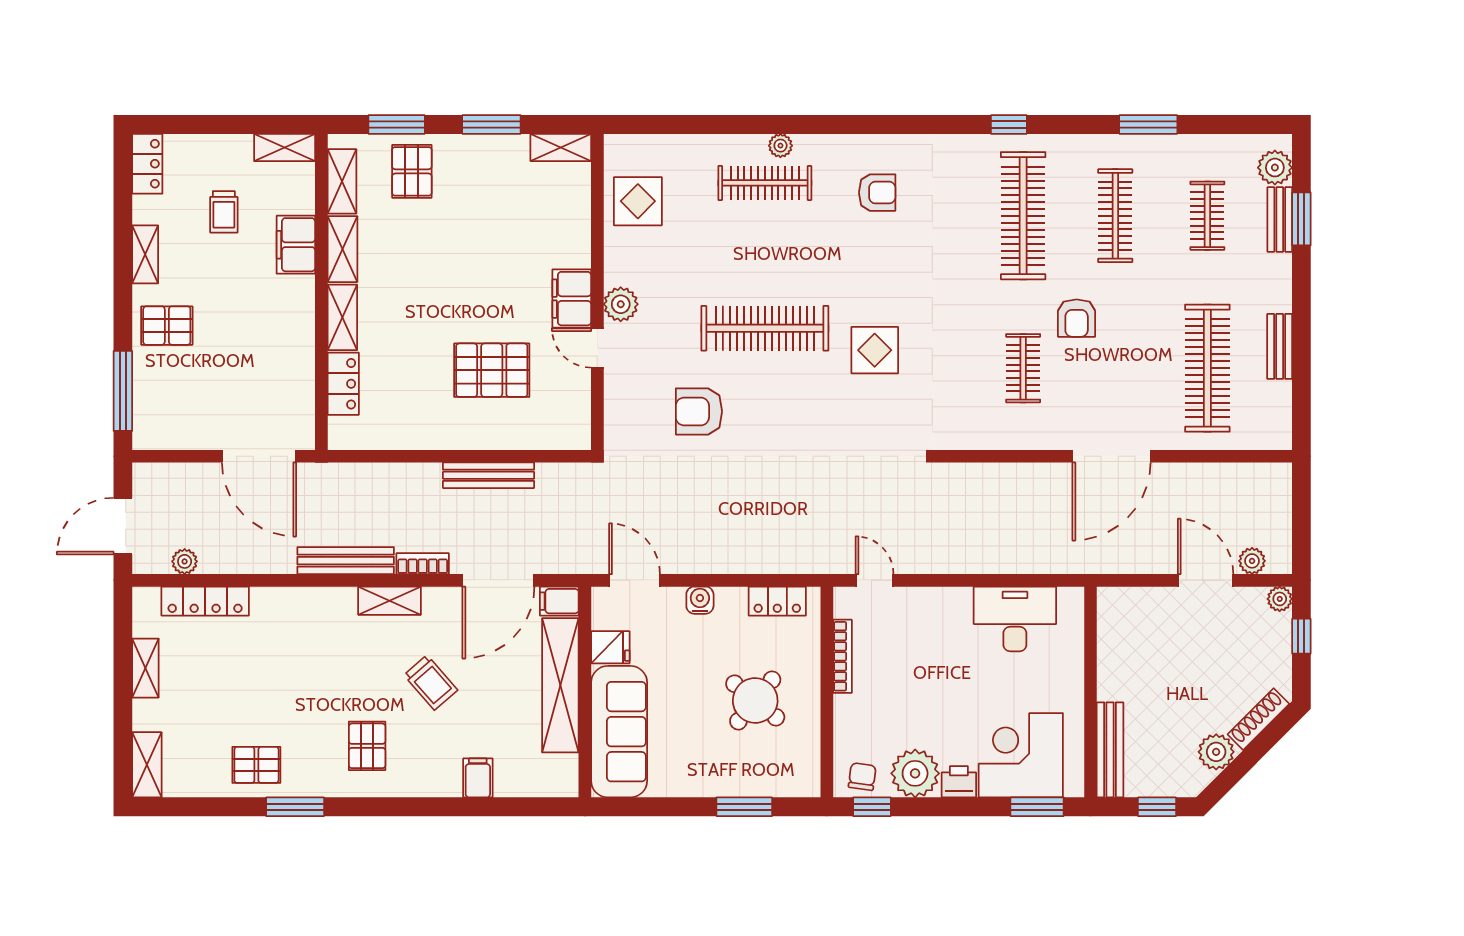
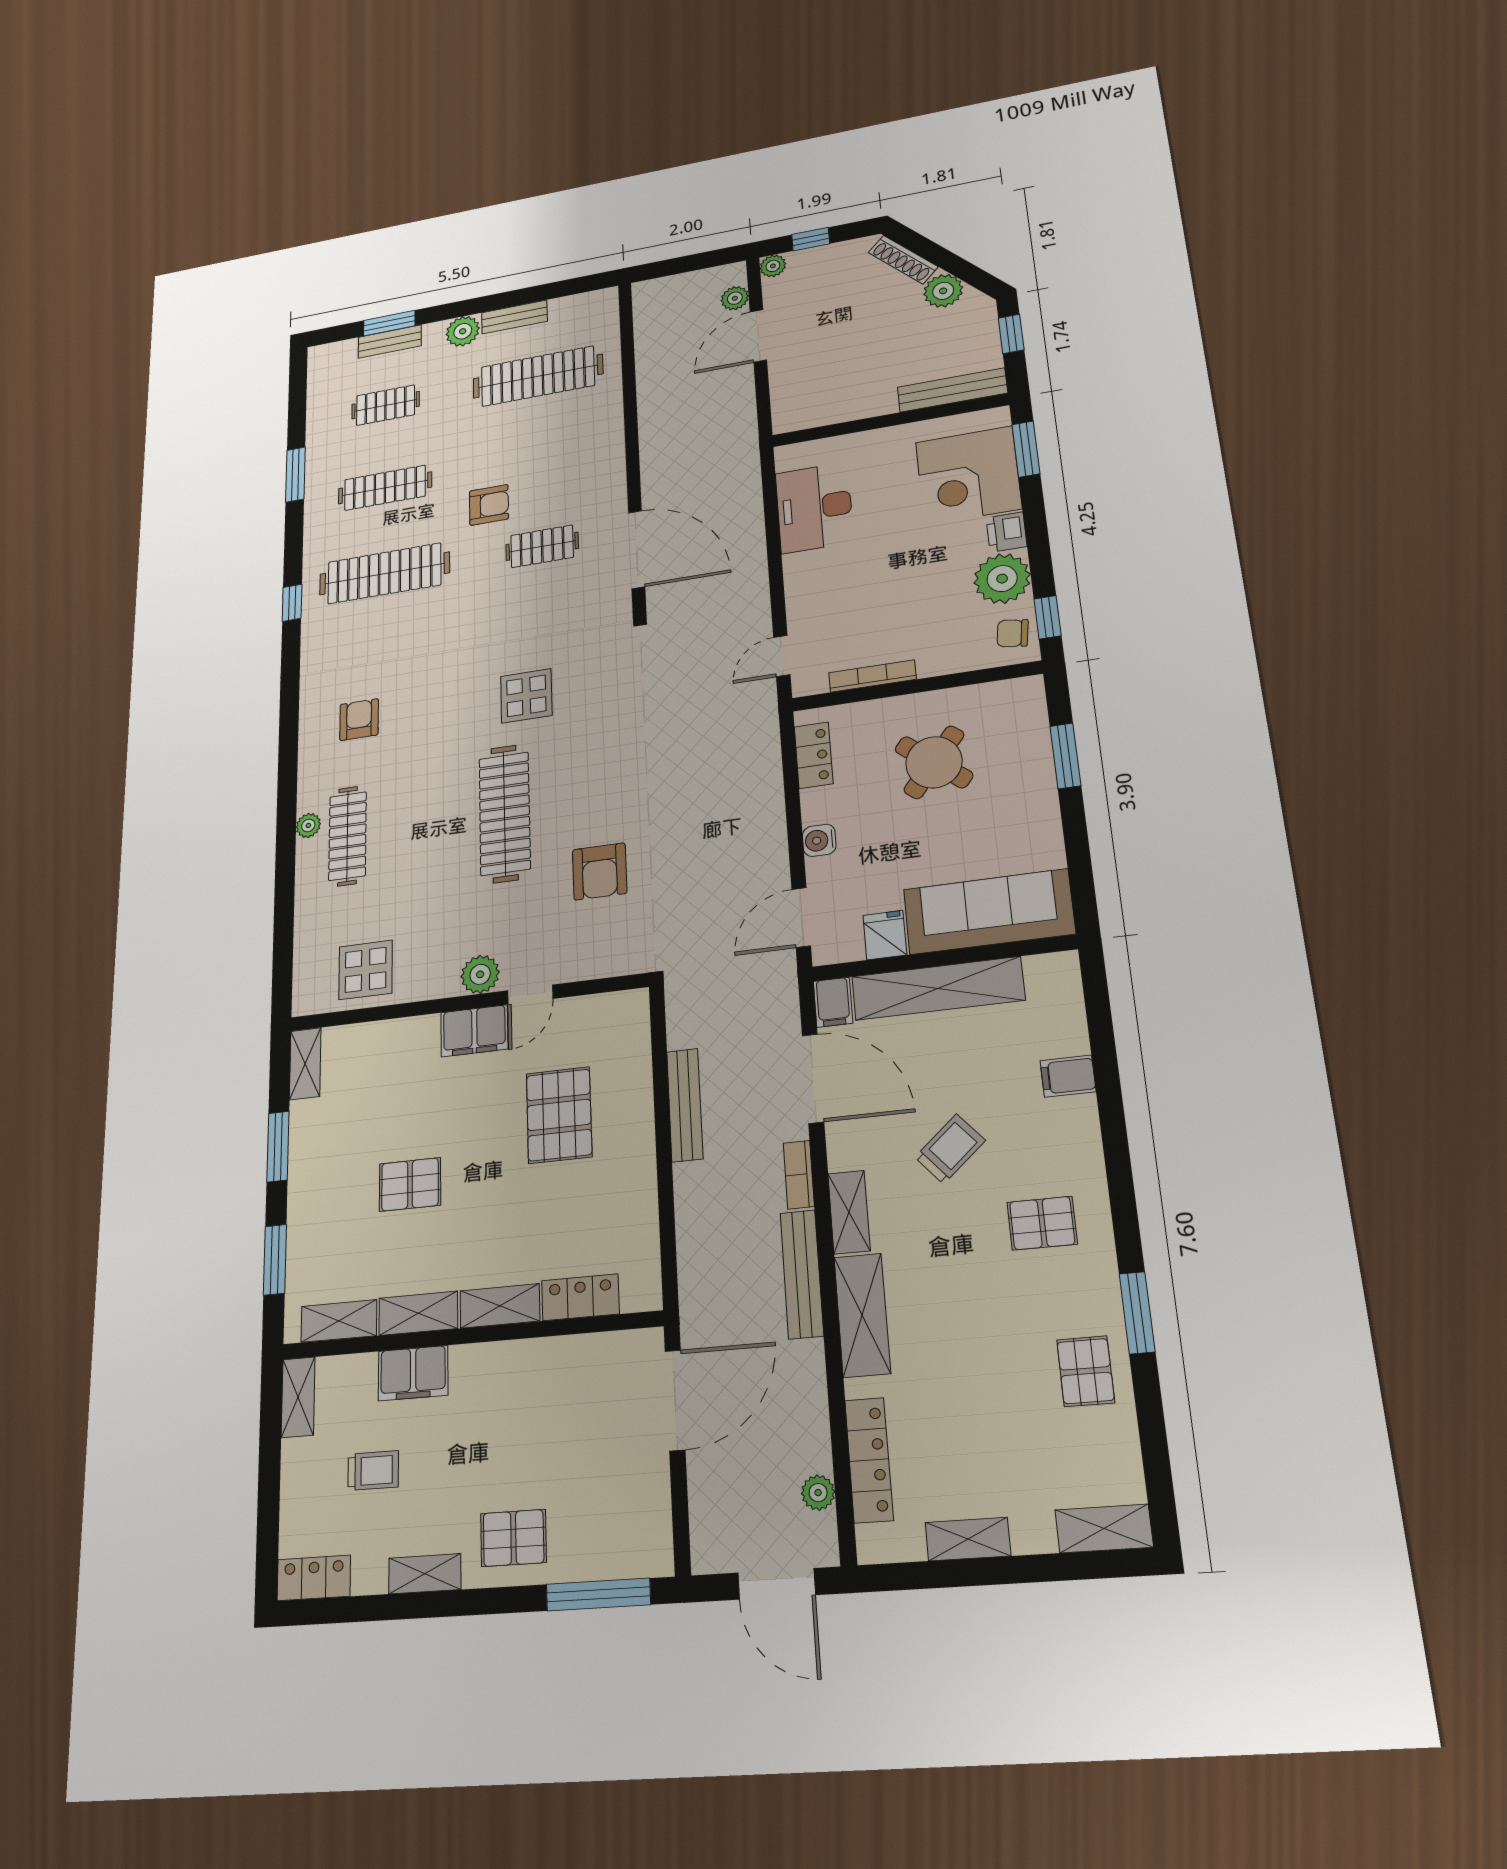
plant: (1275, 168) -> (463, 331), moved
pallet: (412, 171) -> (410, 1184), moved
pallet: (167, 326) -> (513, 1538), turned 90
door: (1111, 456) -> (637, 550), moved
shelving: (311, 605) -> (862, 1315), added

